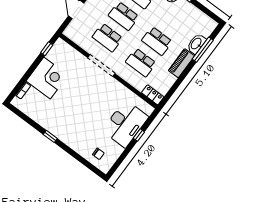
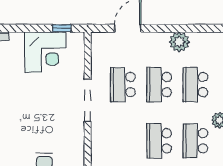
school desk: (141, 63) -> (195, 141), moved
corner desk: (47, 78) -> (45, 52), moved

